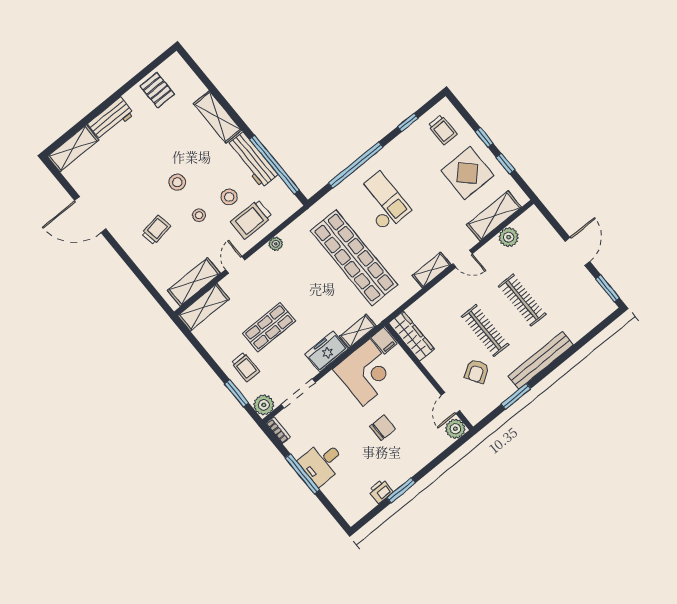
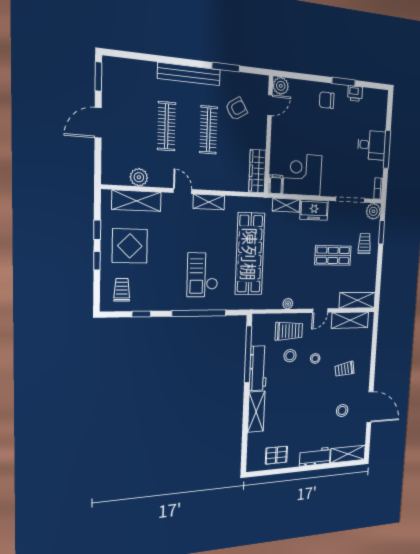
pallet: (157, 90) -> (276, 455), turned 90
stool: (177, 182) -> (342, 410), moved
chair: (383, 428) -> (327, 100), moved

